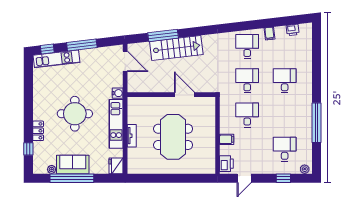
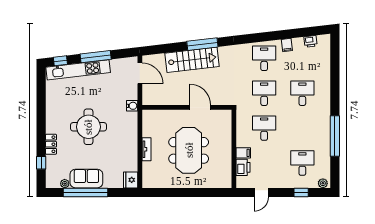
window: (163, 35) -> (202, 44), moved
kitchen unit: (56, 59) -> (78, 70), width x1.36
kitchen unit: (116, 124) -> (130, 137), removed
printer: (226, 164) -> (243, 167), moved

